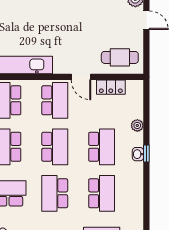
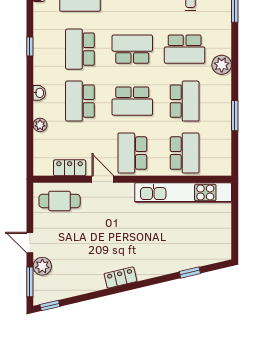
school desk: (55, 147) -> (132, 101), turned -90
window: (146, 153) -> (30, 46), moved
school desk: (55, 193) -> (132, 49), turned -90

